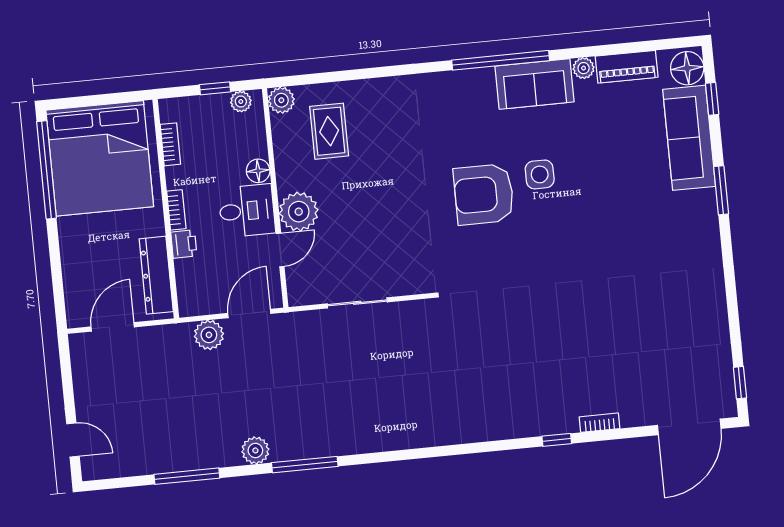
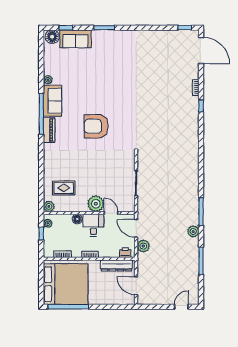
piano: (627, 67) -> (49, 130), moved
sofa: (689, 138) -> (75, 39), width x0.73
side table: (540, 174) -> (90, 102), removed
armchair: (484, 194) -> (96, 126), turned 90
printer: (184, 244) -> (125, 253), moved

